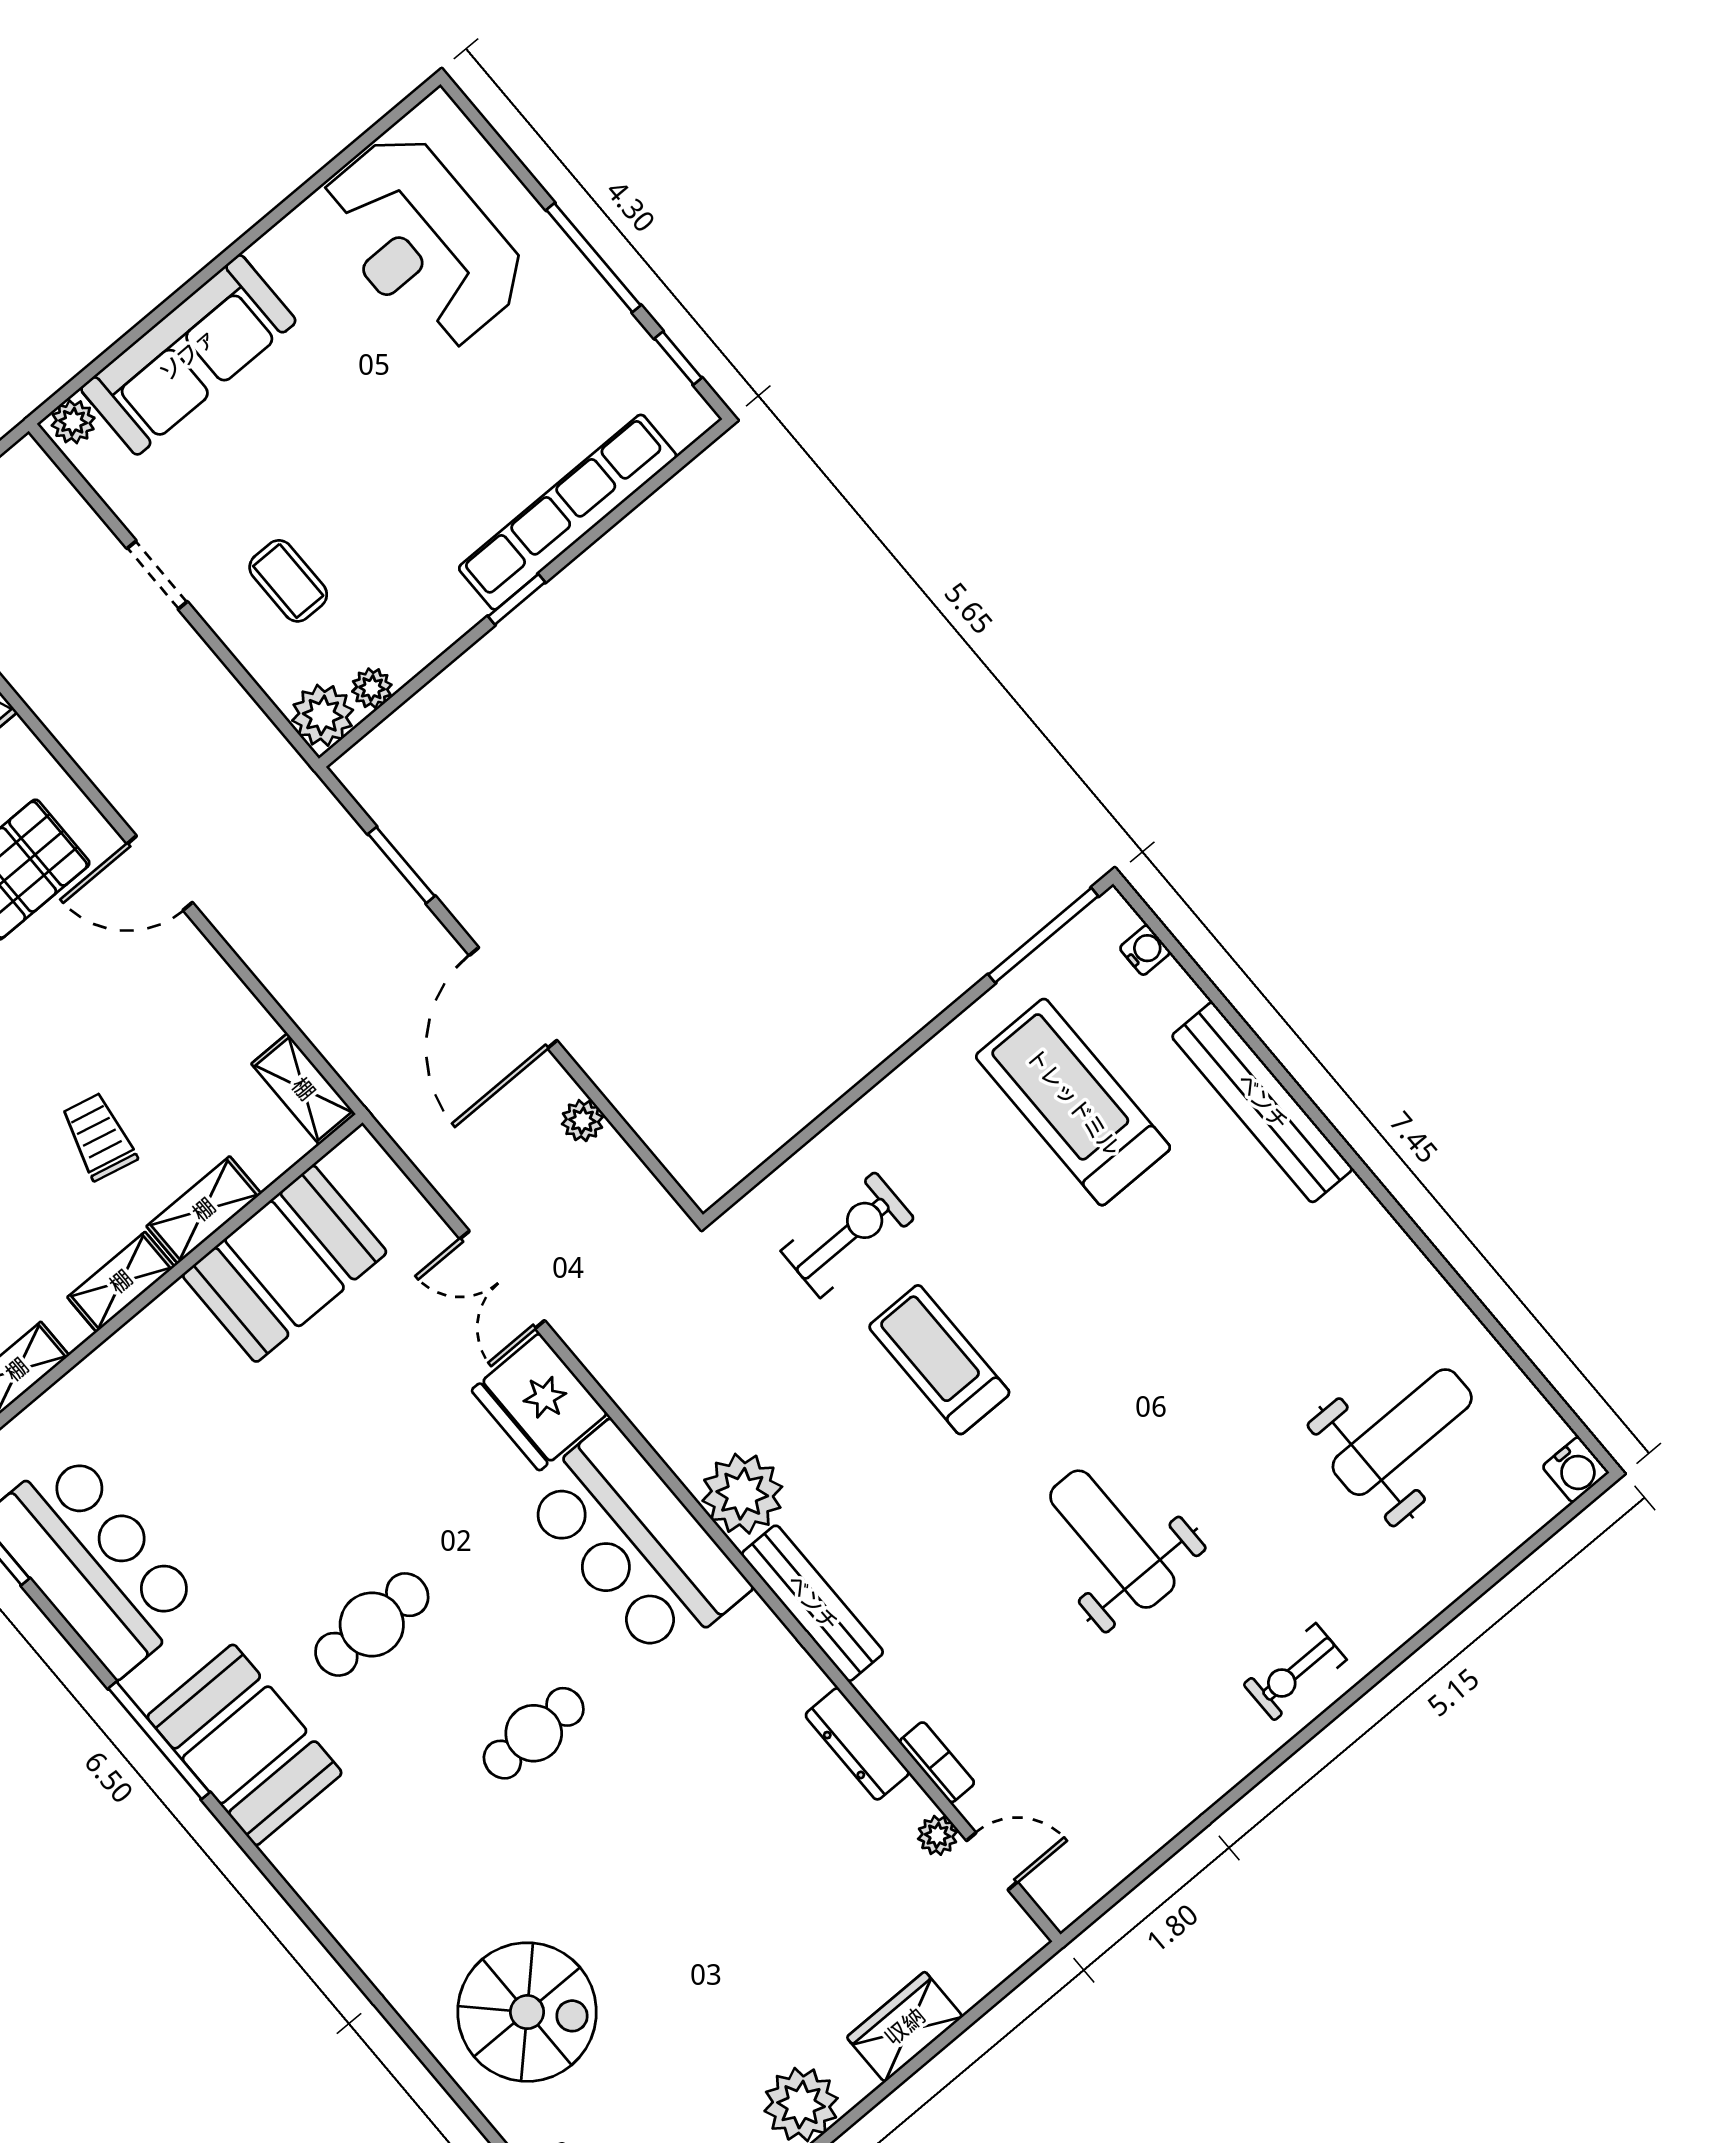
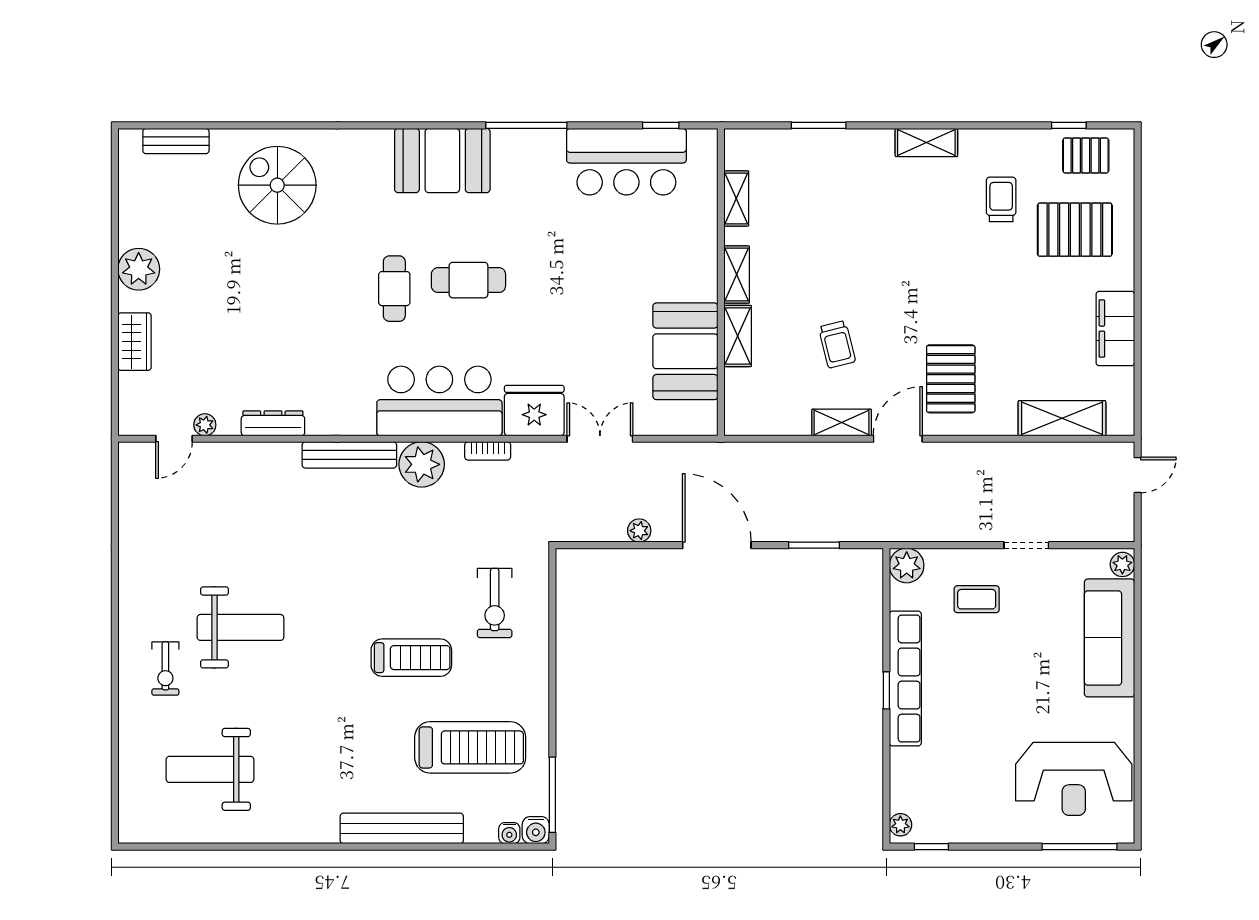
reception desk: (422, 242) -> (1074, 779), turned 180
window: (593, 258) -> (1080, 847), moved
row of seats: (568, 512) -> (905, 679), moved
plant: (372, 688) -> (900, 825), moved
shelving: (303, 1089) -> (842, 422), moved
trolley: (99, 1136) -> (837, 344), moved, turned 63
treadmill: (939, 1360) -> (411, 658), moved
weight bench: (1402, 1432) -> (210, 769), turned 90
water cooler: (1575, 1470) -> (536, 830), moved, turned -90
weight bench: (1112, 1539) -> (240, 627), moved
cafe table: (372, 1624) -> (468, 280), moved, turned 90
exercise bike: (1295, 1672) -> (165, 669), moved, turned 180
booth: (245, 1745) -> (442, 160), moved
bookcase: (937, 1762) -> (488, 451), moved
spiral stairs: (527, 2012) -> (277, 185), turned 90

